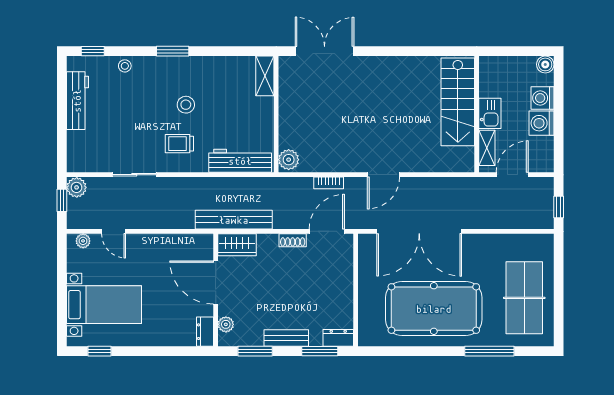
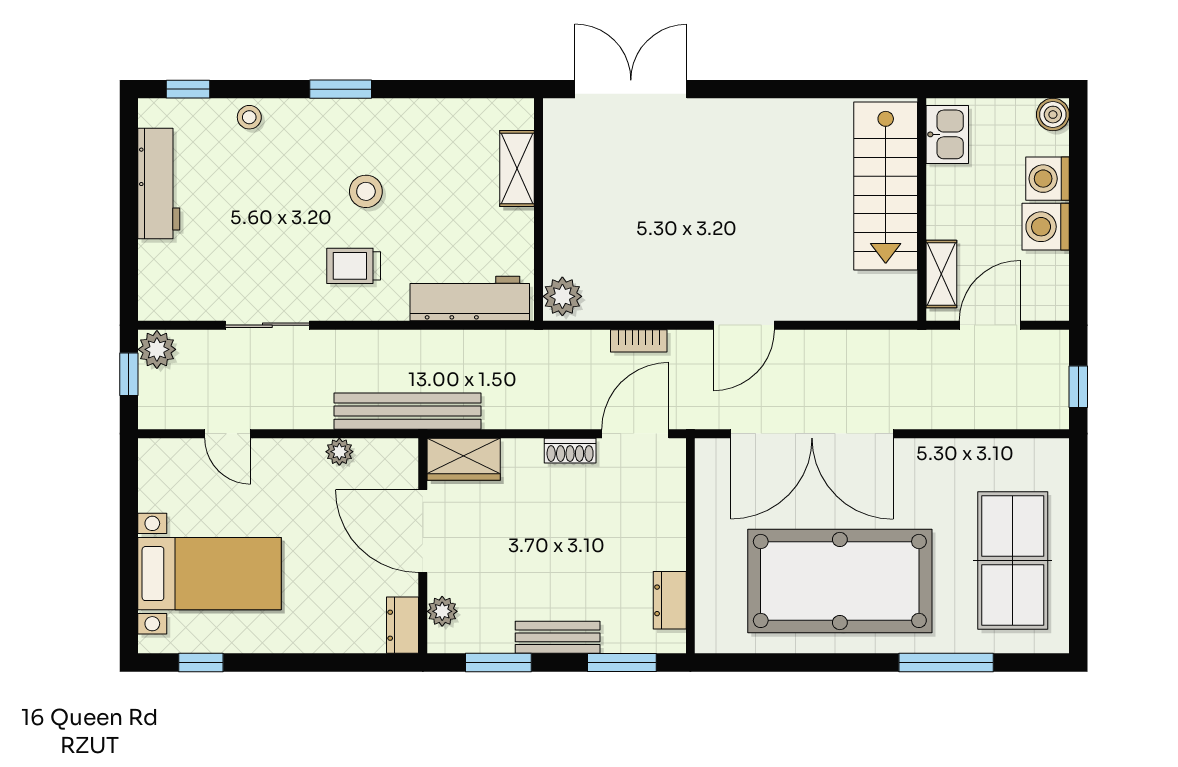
shelving: (265, 76) -> (517, 169), moved
kitchen sink: (490, 113) -> (947, 134), moved
bench: (234, 220) -> (408, 411), moved
plant: (83, 241) -> (339, 452), moved
dresser: (338, 338) -> (670, 600), moved, turned -90

